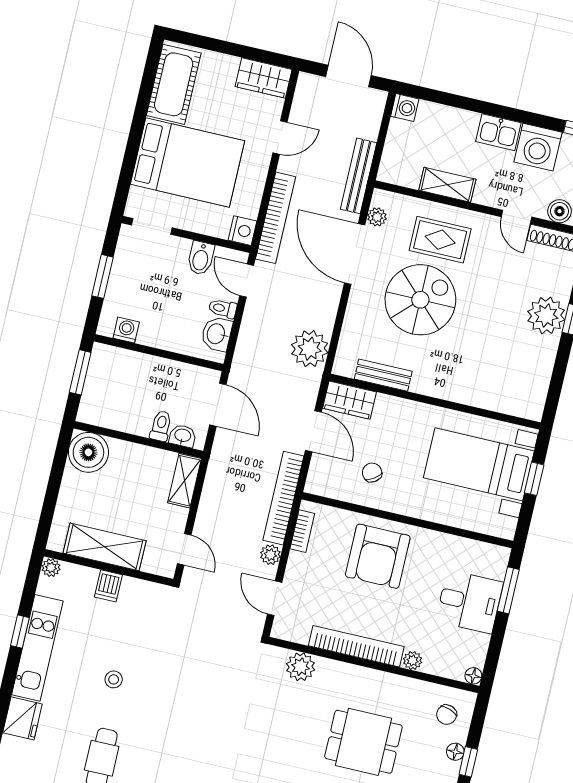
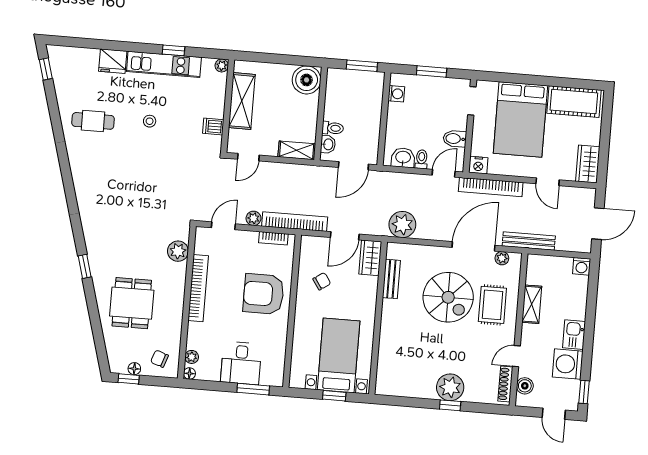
dishwasher: (108, 586) -> (213, 126), moved
plant: (413, 661) -> (192, 357), moved

